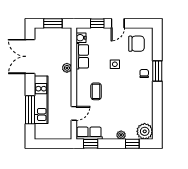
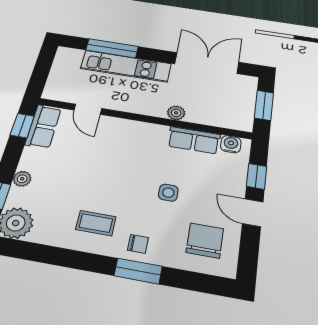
chair: (136, 44) -> (205, 240), turned 180
coffee table: (96, 91) -> (96, 223), moved

